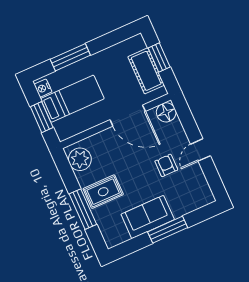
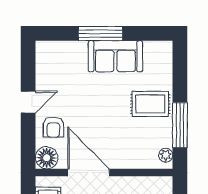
plant: (80, 159) -> (166, 155), width x0.53, depth x0.53
armchair: (166, 165) -> (53, 127), moved
window: (83, 209) -> (180, 125), moved

